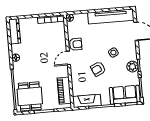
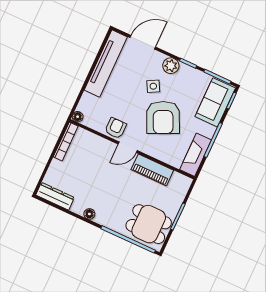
door: (68, 58) -> (128, 147), hinge flipped
plant: (132, 67) -> (171, 66), moved
armchair: (98, 69) -> (163, 117), width x1.88, depth x1.88
piano: (64, 91) -> (152, 170), moved

